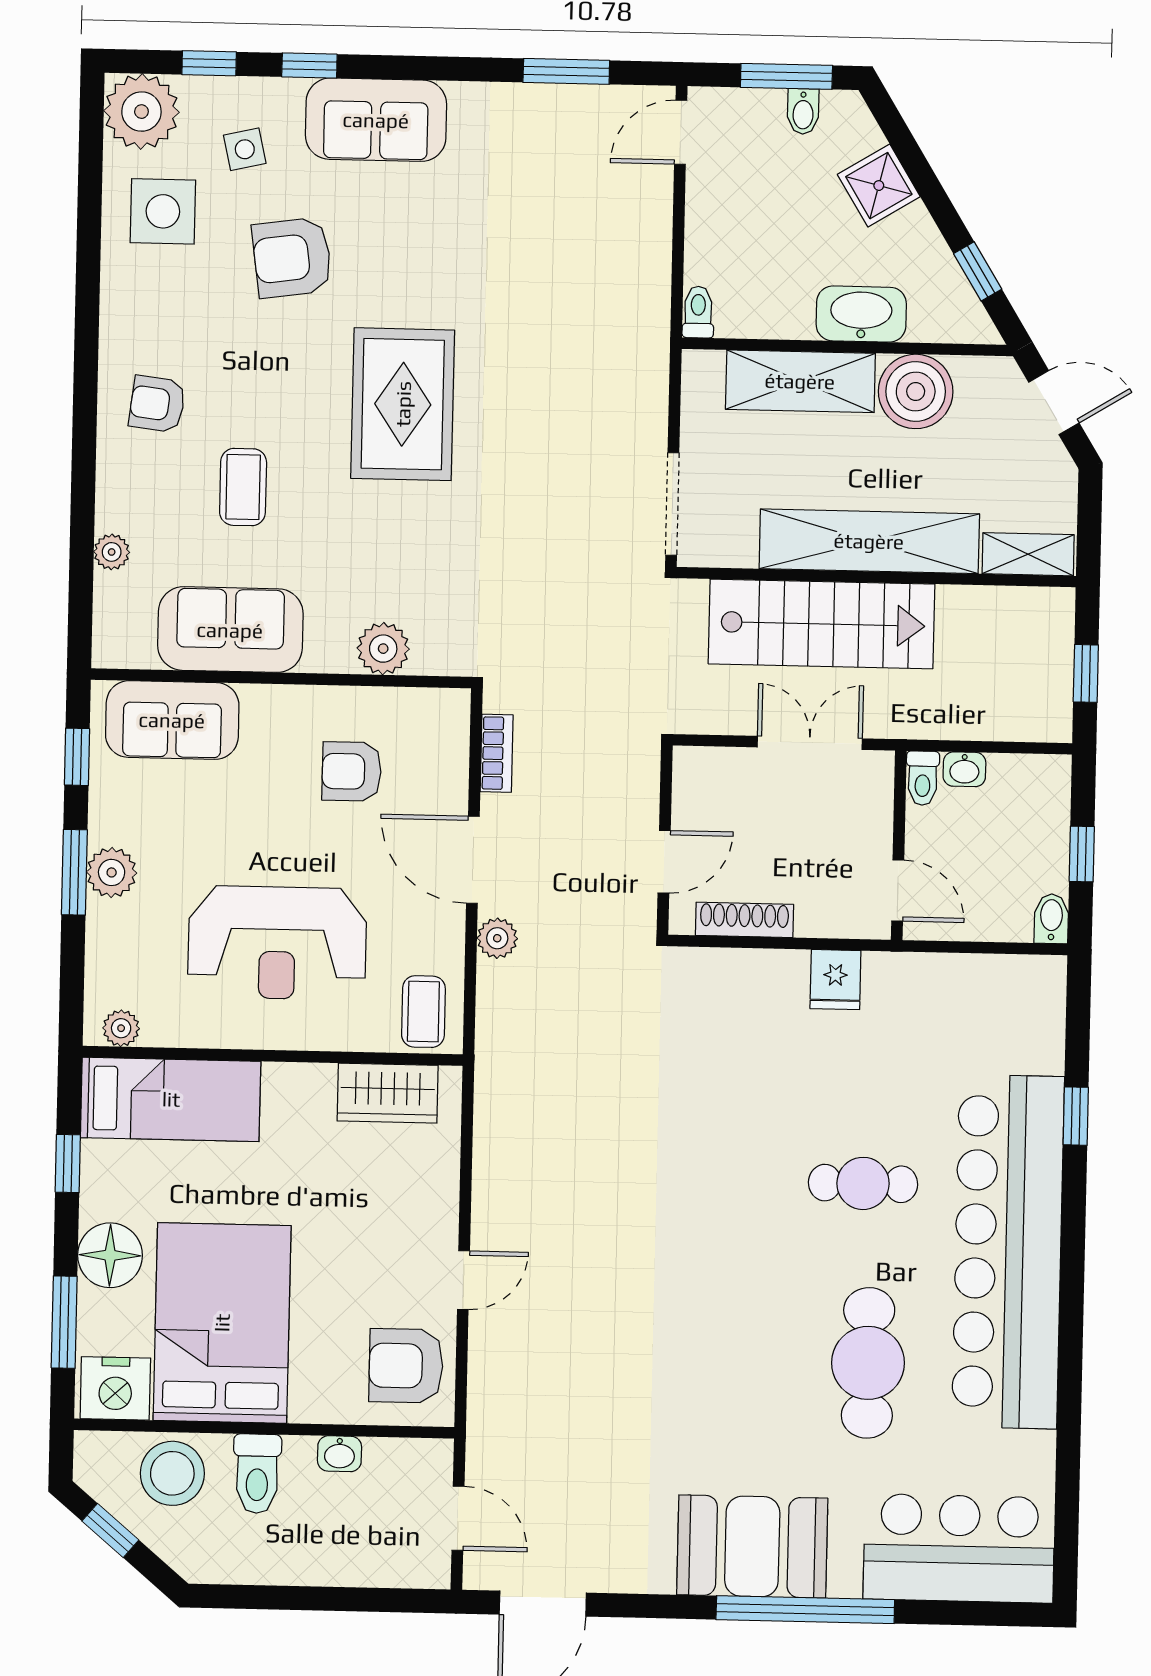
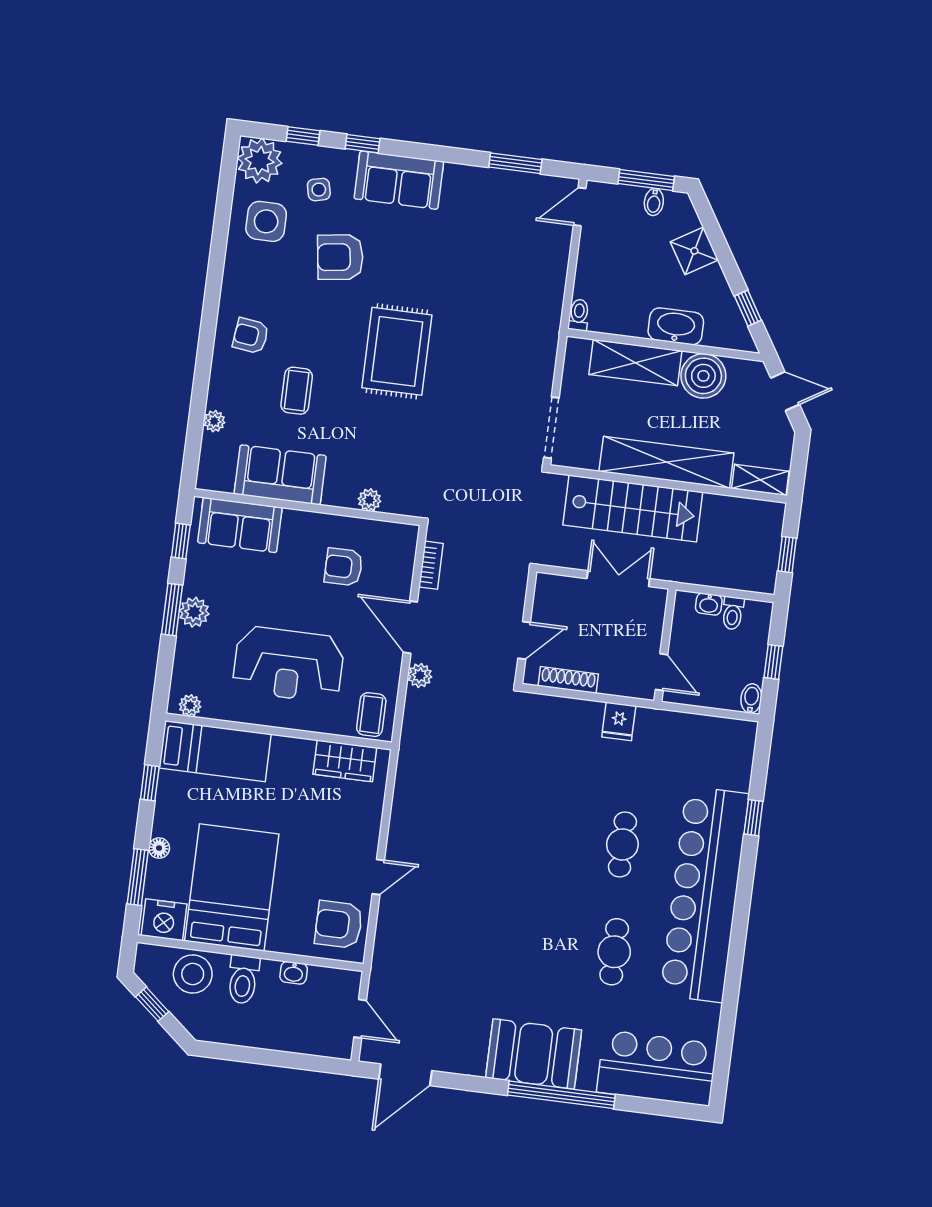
plant: (383, 649) -> (369, 500), width x0.73, depth x0.73
toilet: (923, 778) -> (733, 613), moved
cafe table: (863, 1183) -> (622, 844), turned 90
floor lamp: (110, 1255) -> (159, 848), width x0.53, depth x0.53
cafe table: (868, 1363) -> (614, 952), width x0.73, depth x0.74

